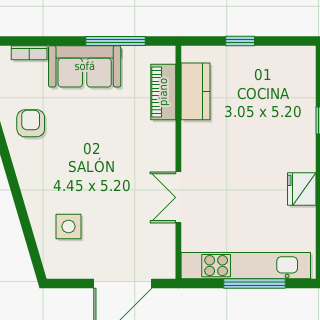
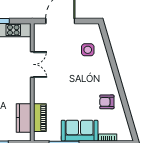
armchair: (31, 123) -> (107, 102), turned 90

